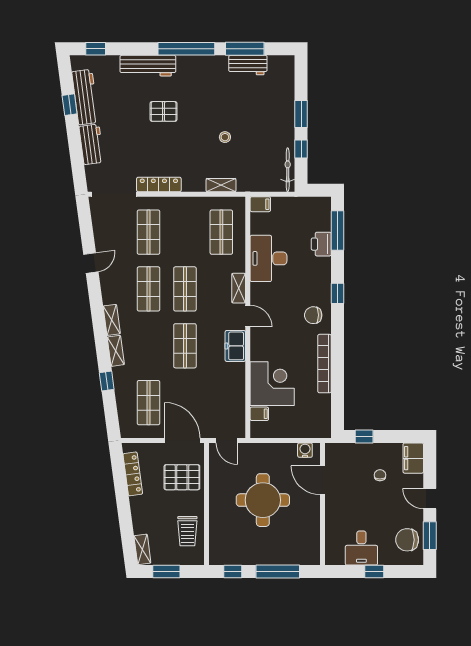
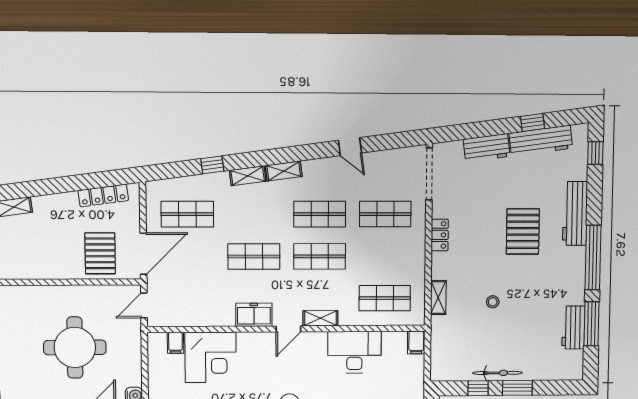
pallet: (164, 111) -> (523, 231), width x1.50, depth x1.42
bicycle: (288, 170) -> (497, 373), moved
locker: (159, 184) -> (440, 235), width x0.66
trolley: (187, 531) -> (37, 260), removed

